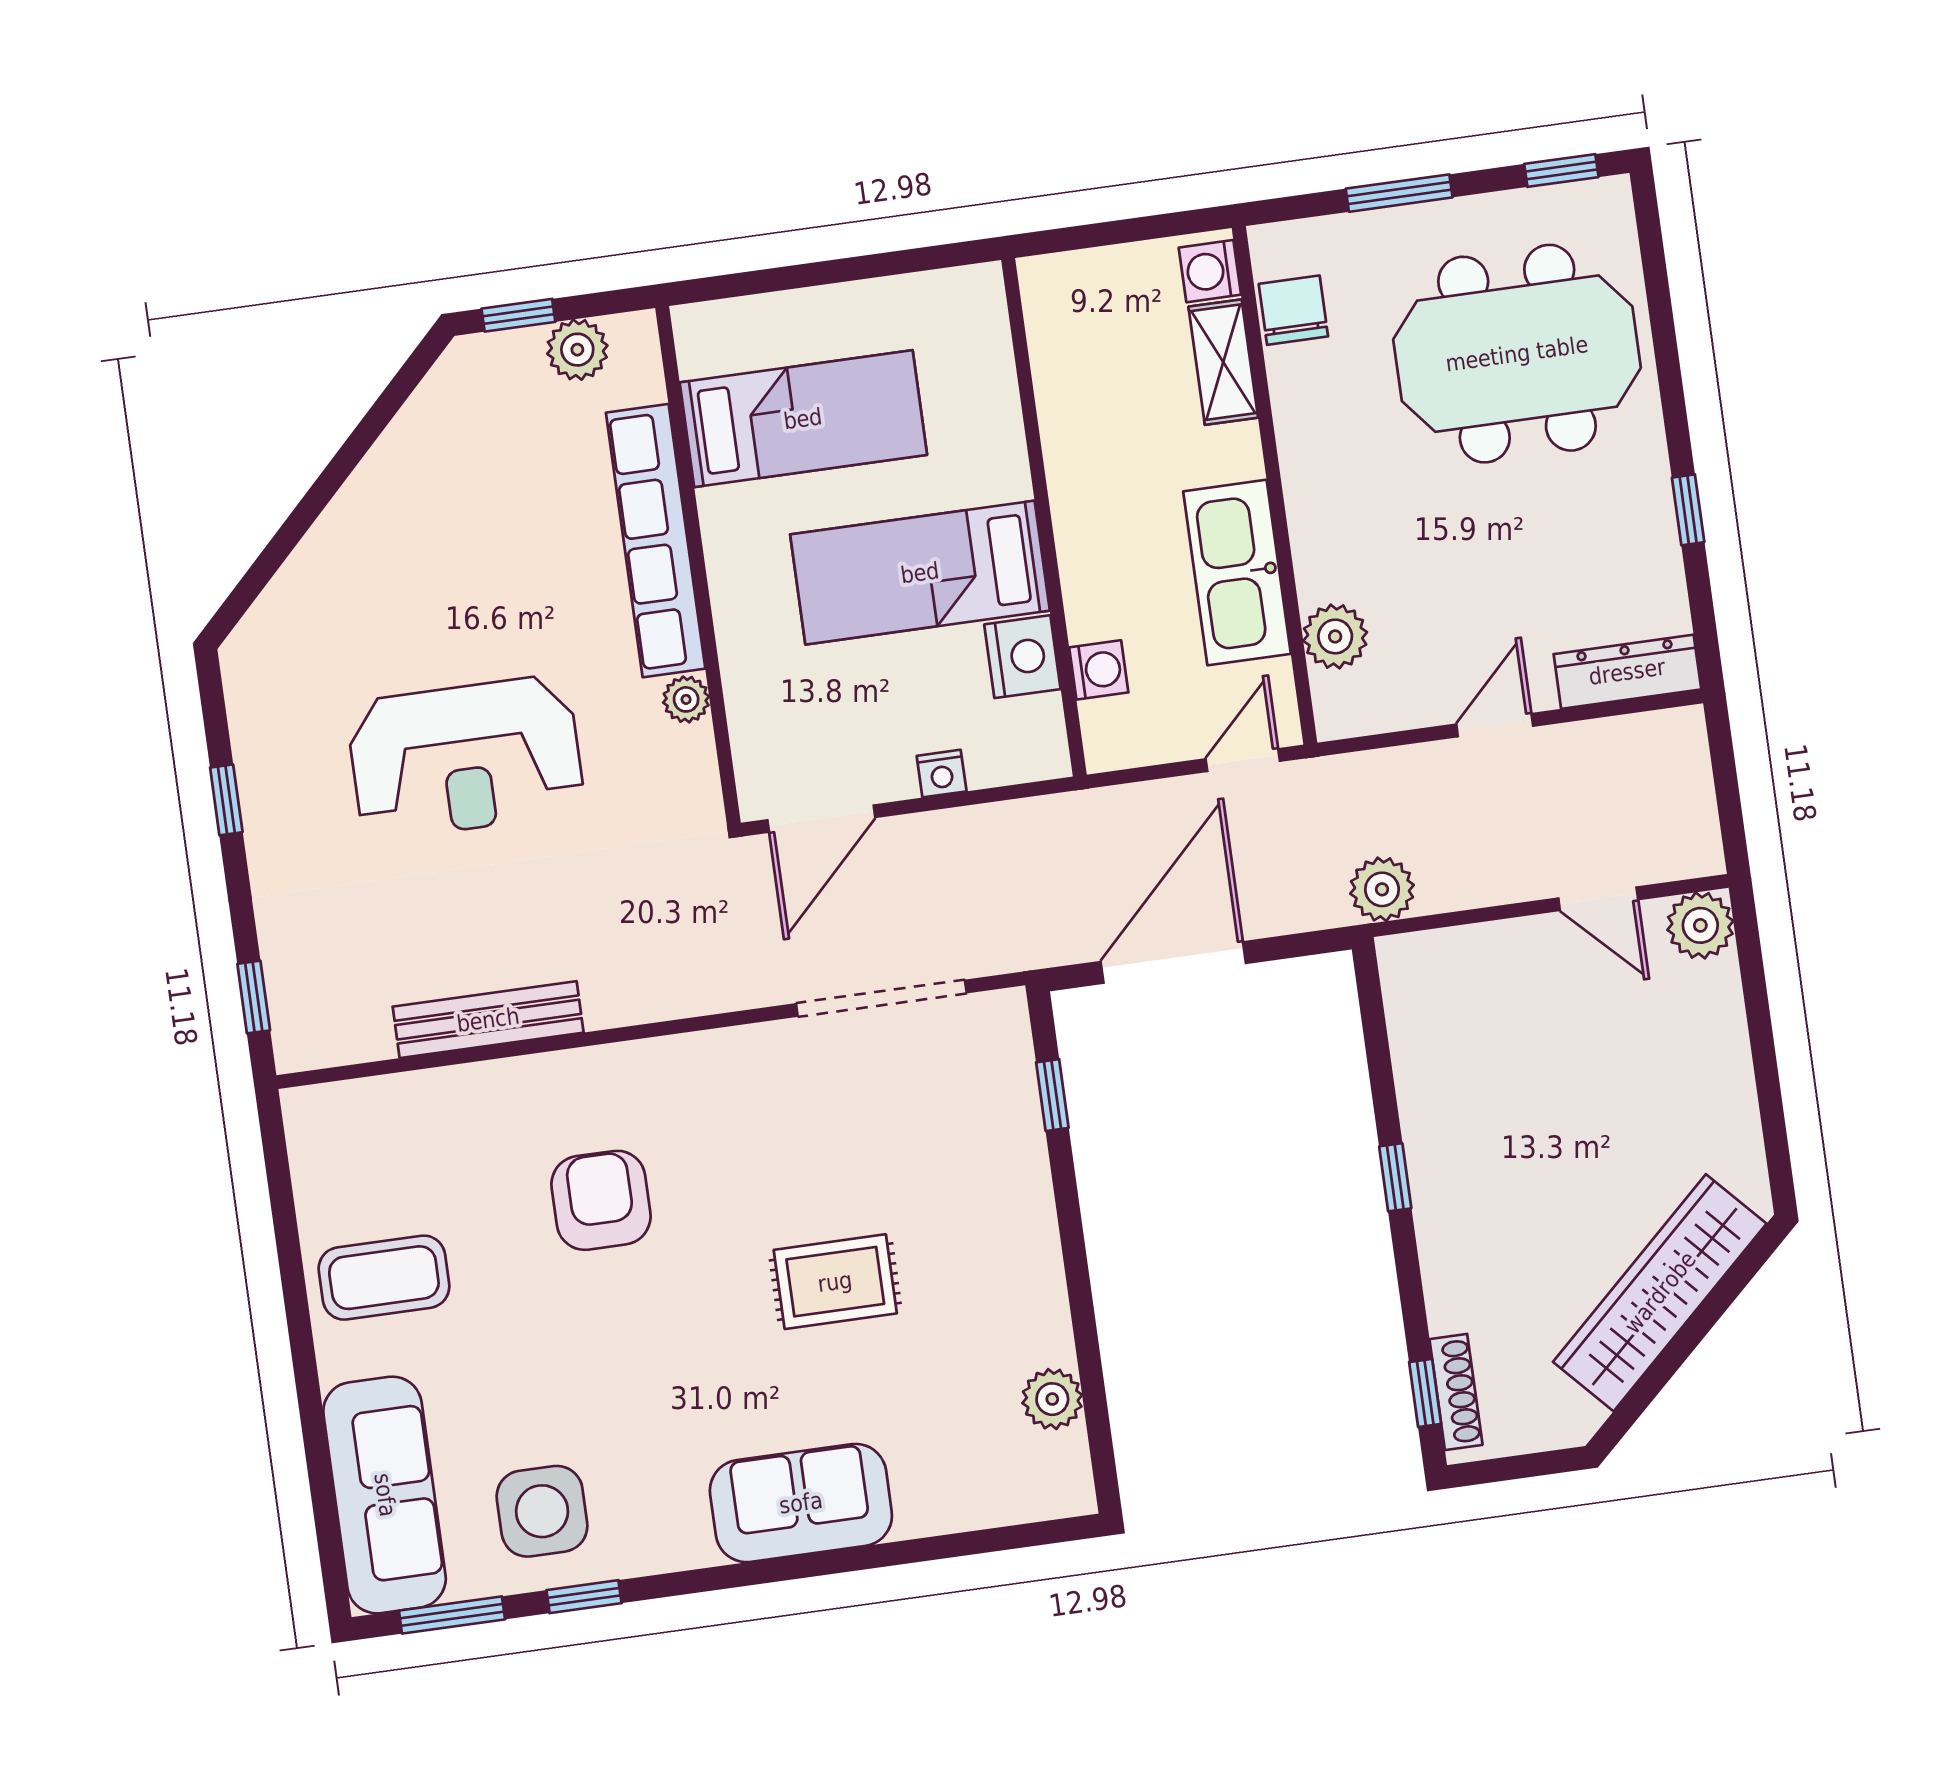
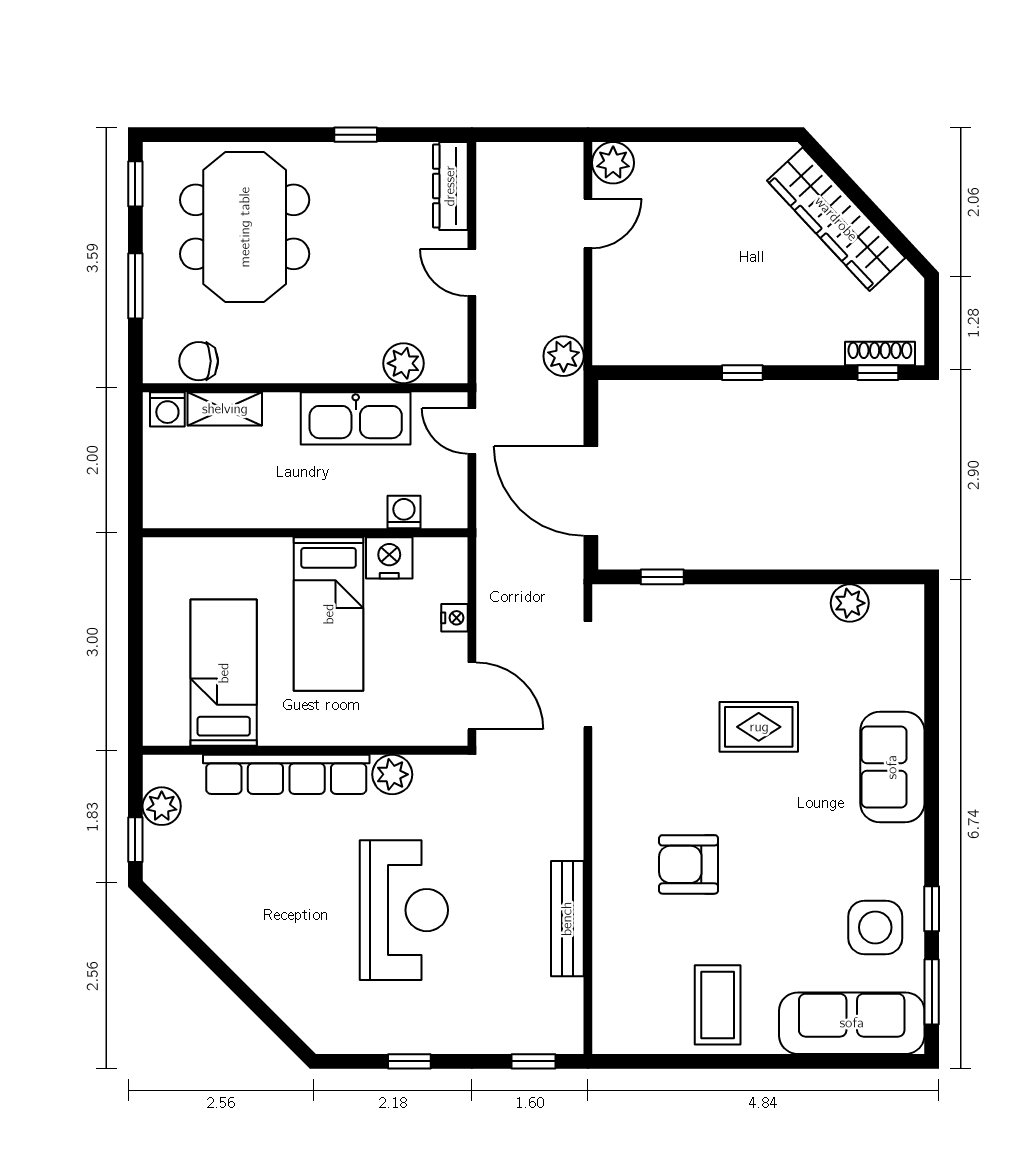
plant: (686, 699) -> (392, 774), width x1.38, depth x1.38
rug: (835, 1282) -> (759, 727), turned 90

